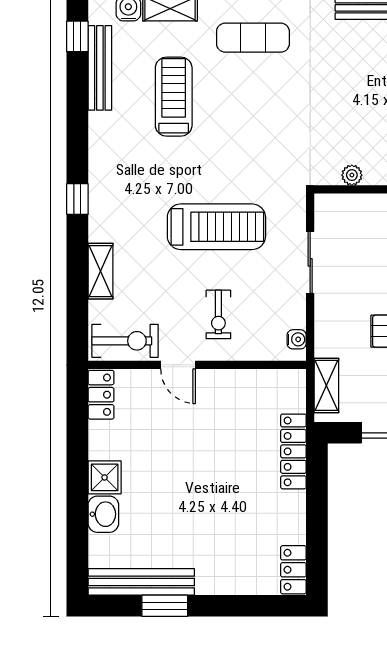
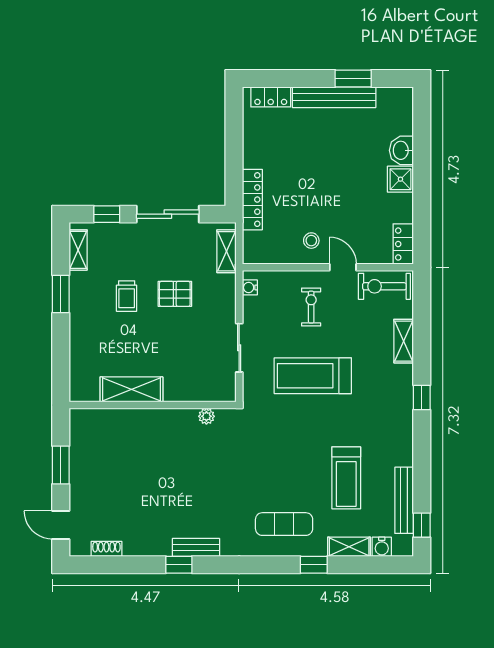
stool: (218, 399) -> (311, 241), added
locker: (293, 570) -> (271, 97), moved, turned 90
bench: (141, 582) -> (334, 97), moved

